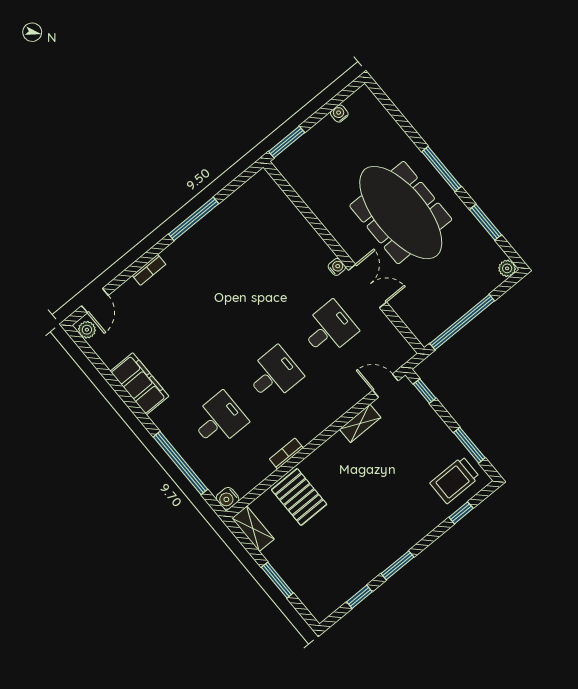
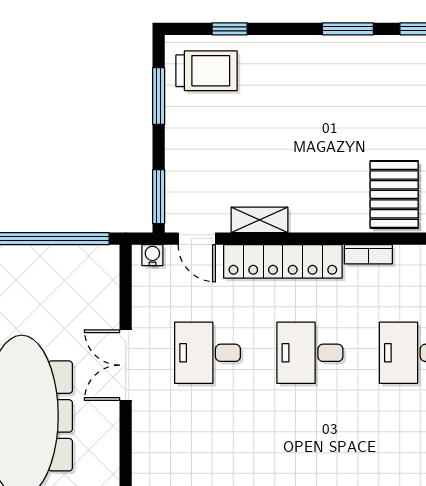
water cooler: (337, 267) -> (152, 255), moved, turned 90
window: (425, 391) -> (159, 197), width x1.50
locker: (329, 412) -> (283, 261), added

